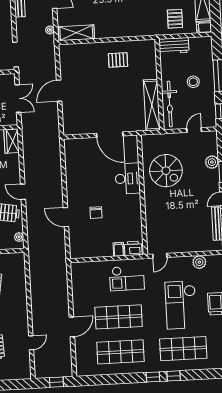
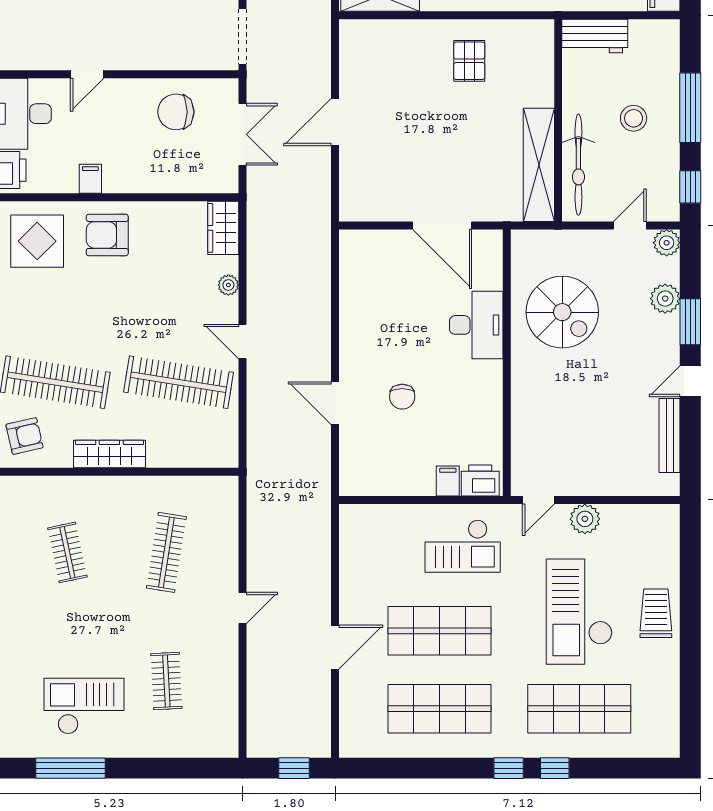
pallet: (118, 60) -> (469, 61), turned 90
plant: (211, 137) -> (667, 243), added
plant: (19, 237) -> (228, 285), moved
plant: (199, 262) -> (585, 519), moved
door: (31, 343) -> (243, 608), moved

